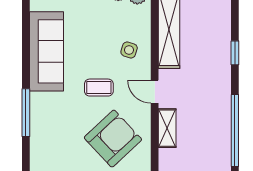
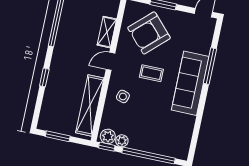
sofa: (46, 51) -> (190, 83), moved
door: (155, 92) -> (110, 61), swing flipped

